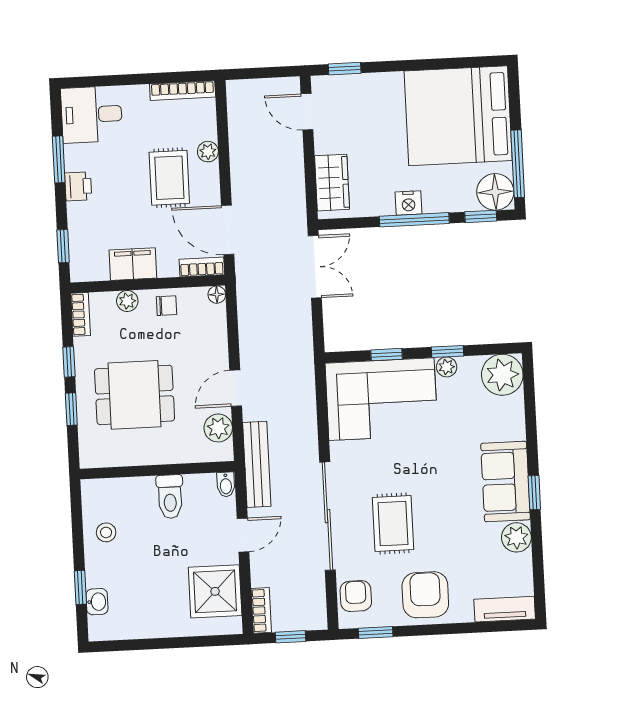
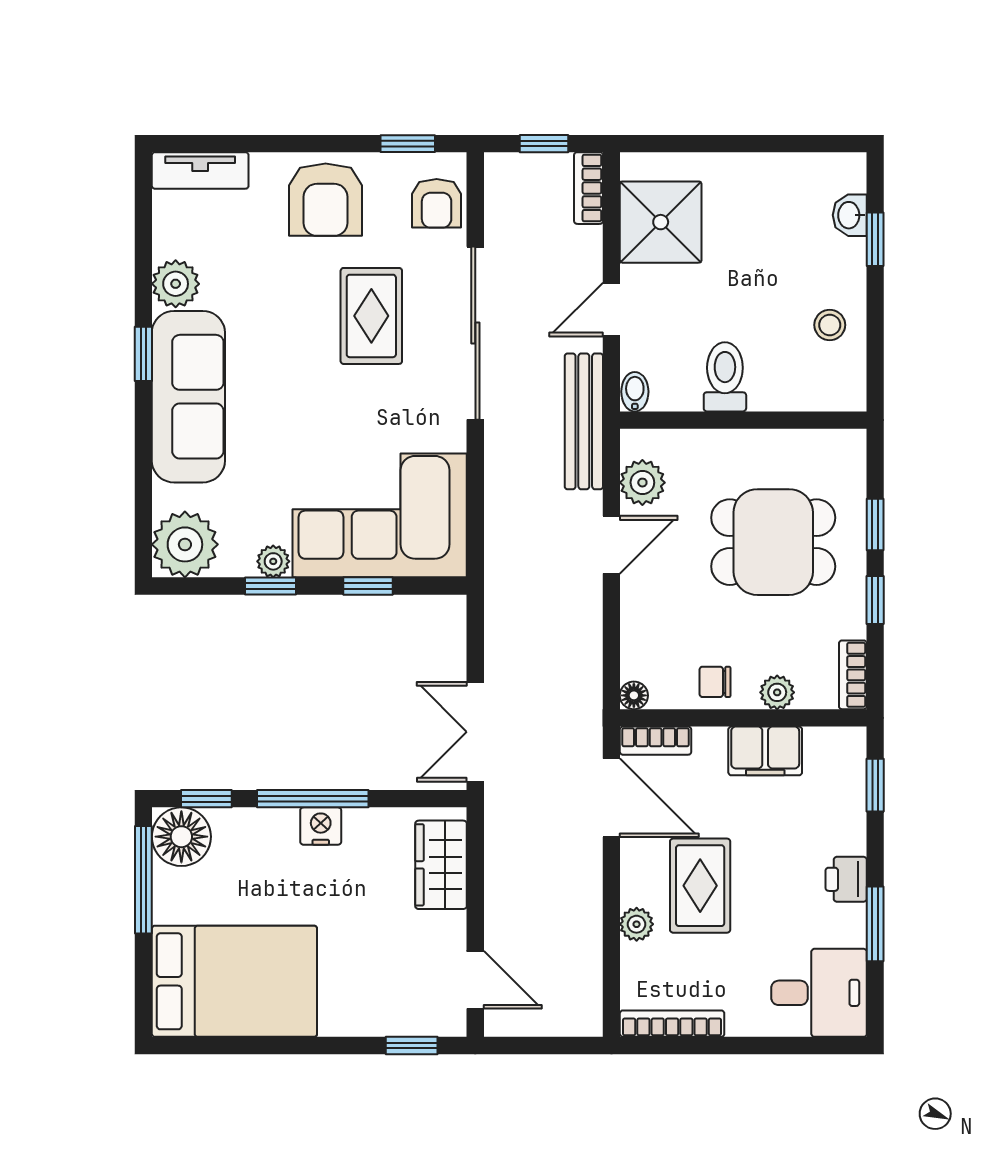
bed: (458, 116) -> (234, 981), width x0.73
sofa: (506, 481) -> (188, 397), width x1.36

